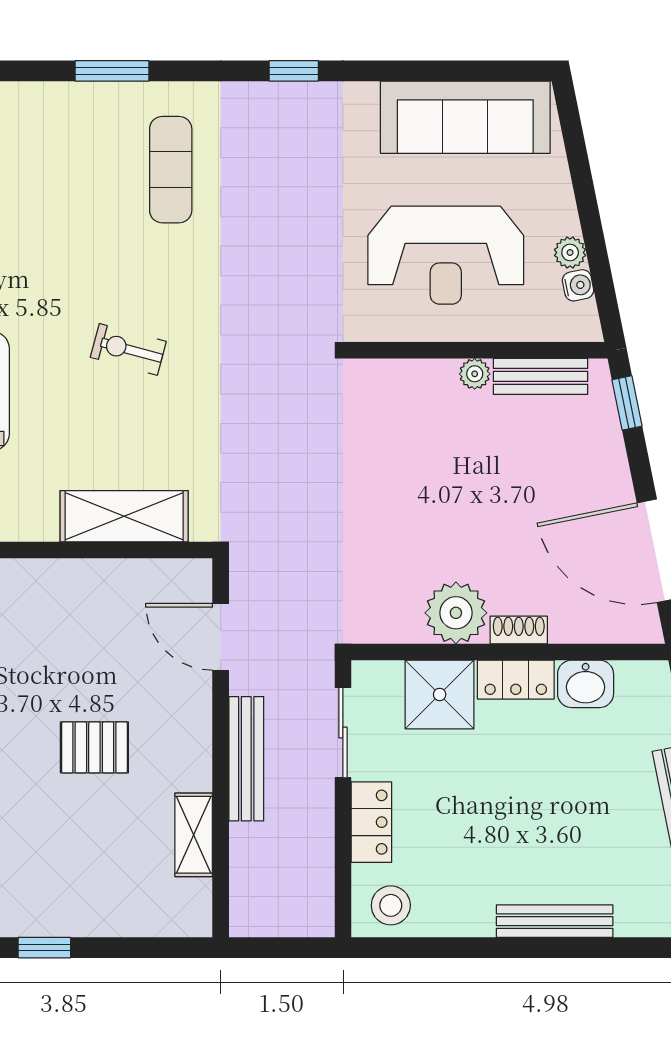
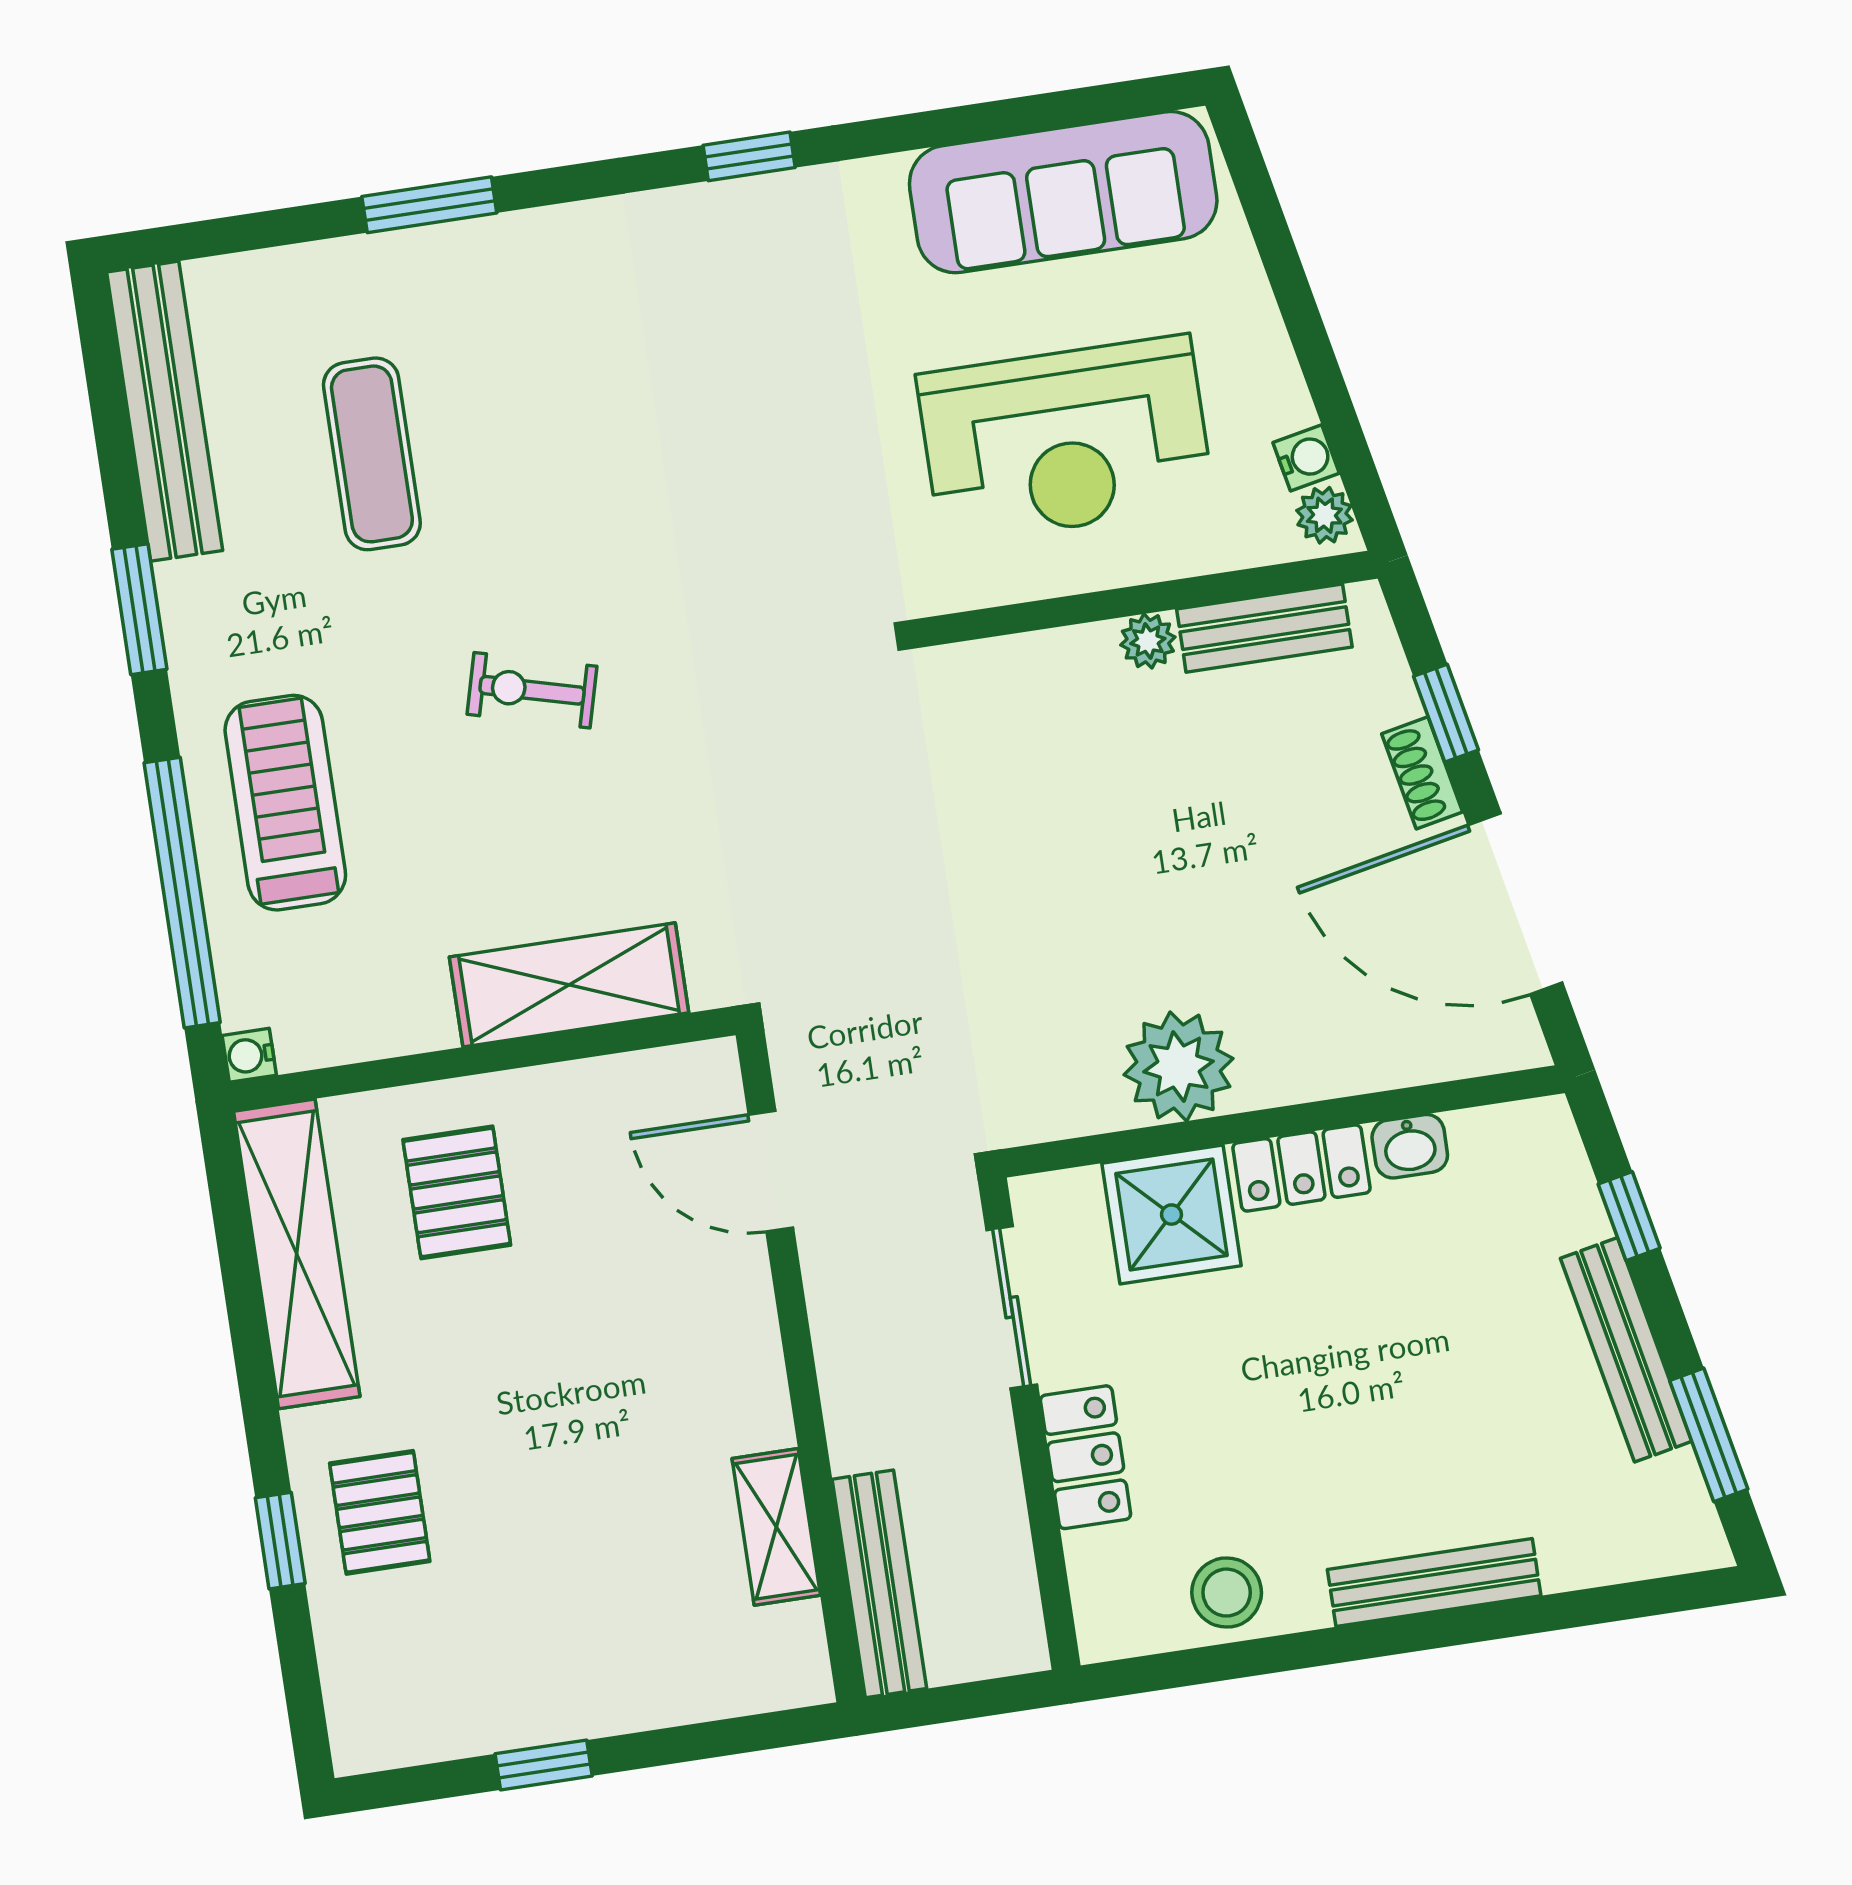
exercise mat: (171, 170) -> (372, 454), moved
plant: (570, 253) -> (1324, 515), moved
window: (627, 403) -> (1446, 713), moved
shoe rack: (519, 630) -> (1422, 773), moved, turned -101
washbasin: (586, 684) -> (1410, 1146), width x0.72, depth x0.69
pallet: (94, 747) -> (457, 1192), moved, turned 90
bench: (246, 759) -> (879, 1584), moved
stool: (391, 905) -> (1227, 1593), moved

